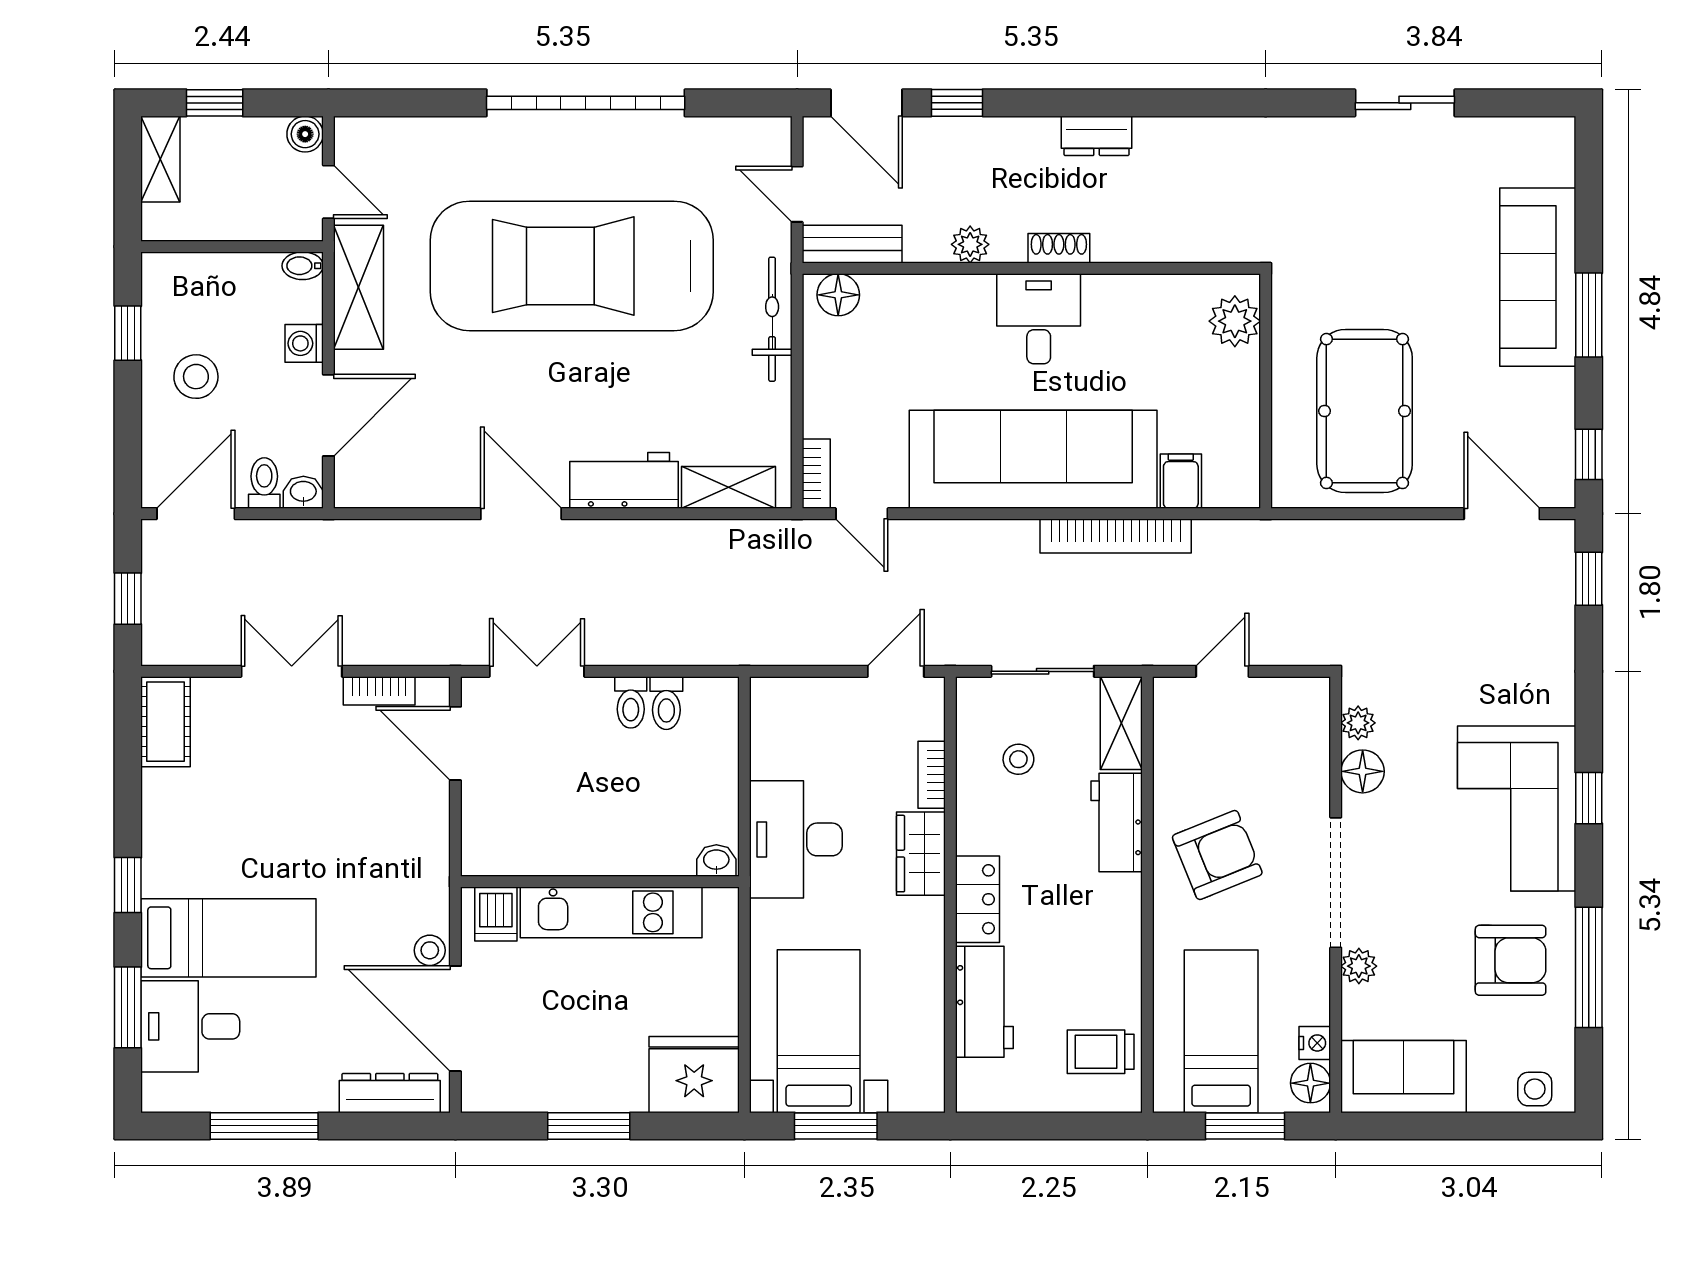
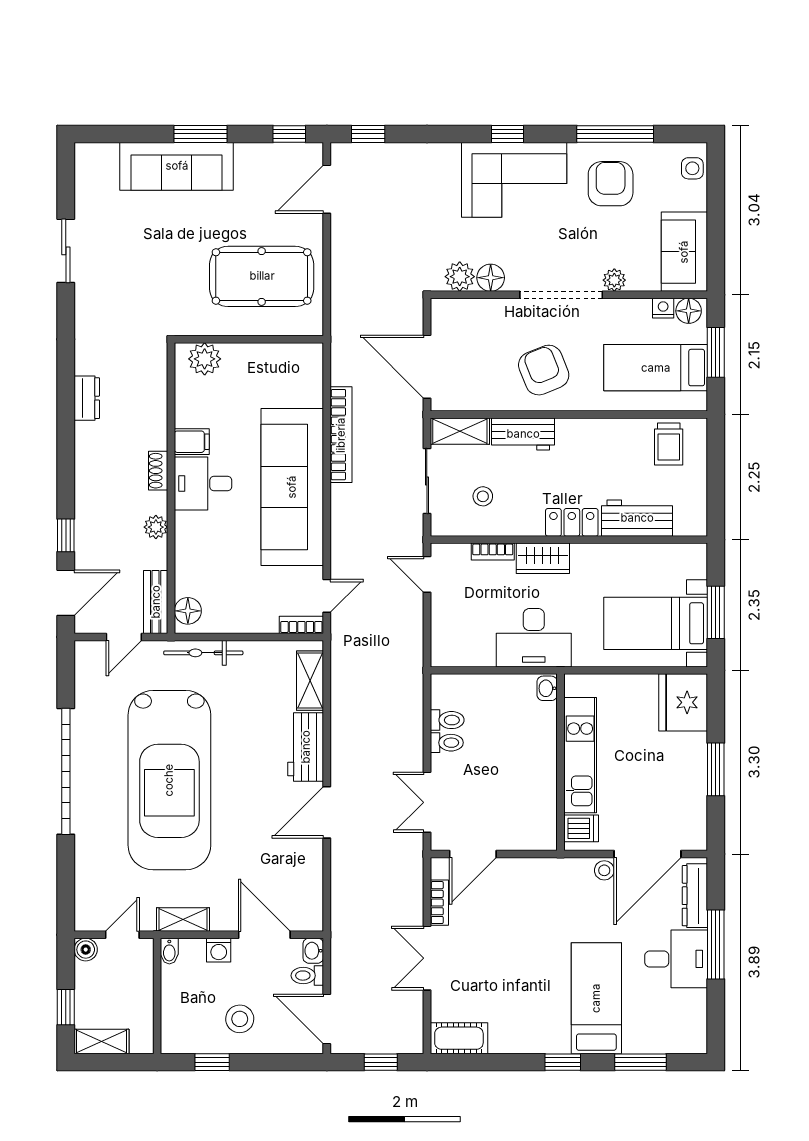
dresser: (1097, 136) -> (87, 398), moved
shelving: (359, 287) -> (183, 920), width x0.67, depth x0.75
filing cabinet: (1181, 481) -> (192, 442), moved, turned 180
door: (1222, 671) -> (427, 367), width x1.87
plant: (1358, 723) -> (460, 277), width x1.38, depth x1.38
desk: (190, 1026) -> (676, 959), moved, turned -90
window: (264, 1126) -> (716, 944), moved

